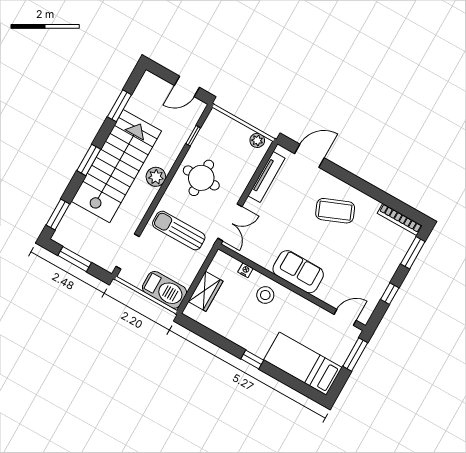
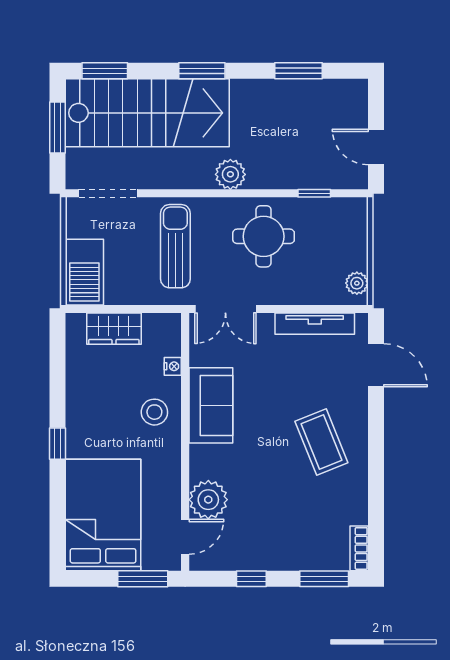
stairs: (116, 166) -> (147, 113), moved
bookcase: (400, 219) -> (359, 548), width x0.64
sofa: (298, 272) -> (211, 405), moved
plant: (332, 293) -> (208, 500), added
door: (345, 317) -> (185, 537), hinge flipped
bed: (303, 364) -> (103, 515), width x1.50

